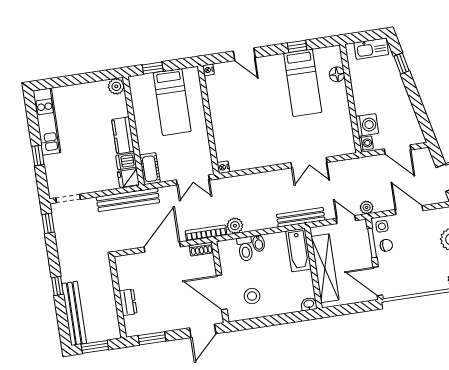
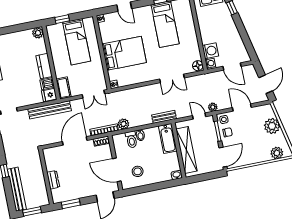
floor lamp: (337, 74) -> (198, 66), moved
bed: (241, 122) -> (124, 53), added
bench: (301, 217) -> (164, 117), width x0.73
door: (378, 281) -> (223, 157), swing flipped

